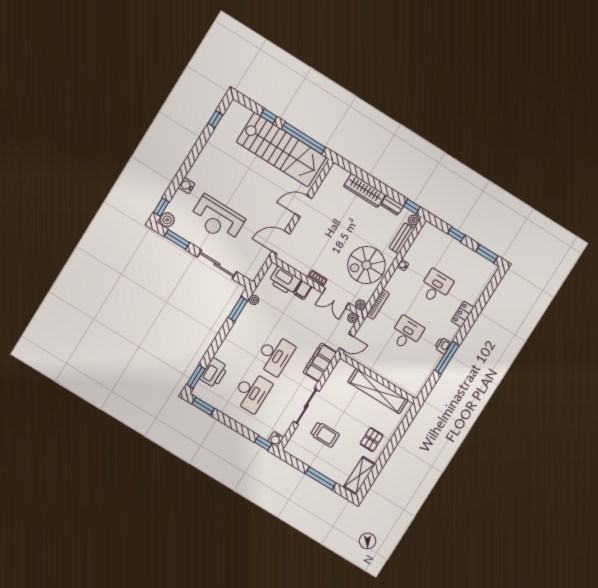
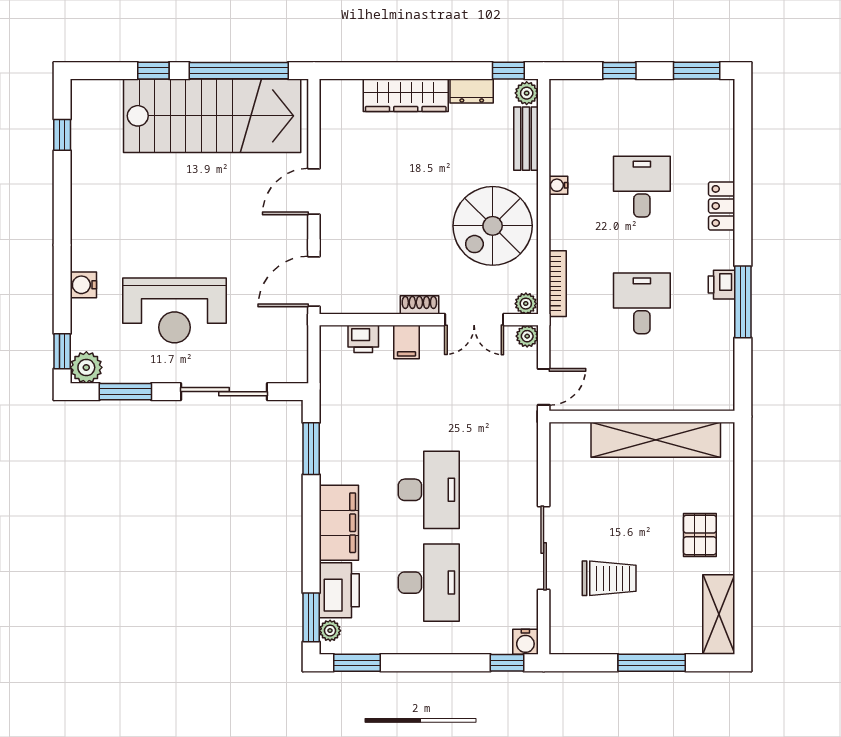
printer: (285, 281) -> (363, 339), width x0.53, depth x0.68
plant: (254, 300) -> (330, 631), moved
filing cabinet: (320, 362) -> (339, 523), moved, turned 180

